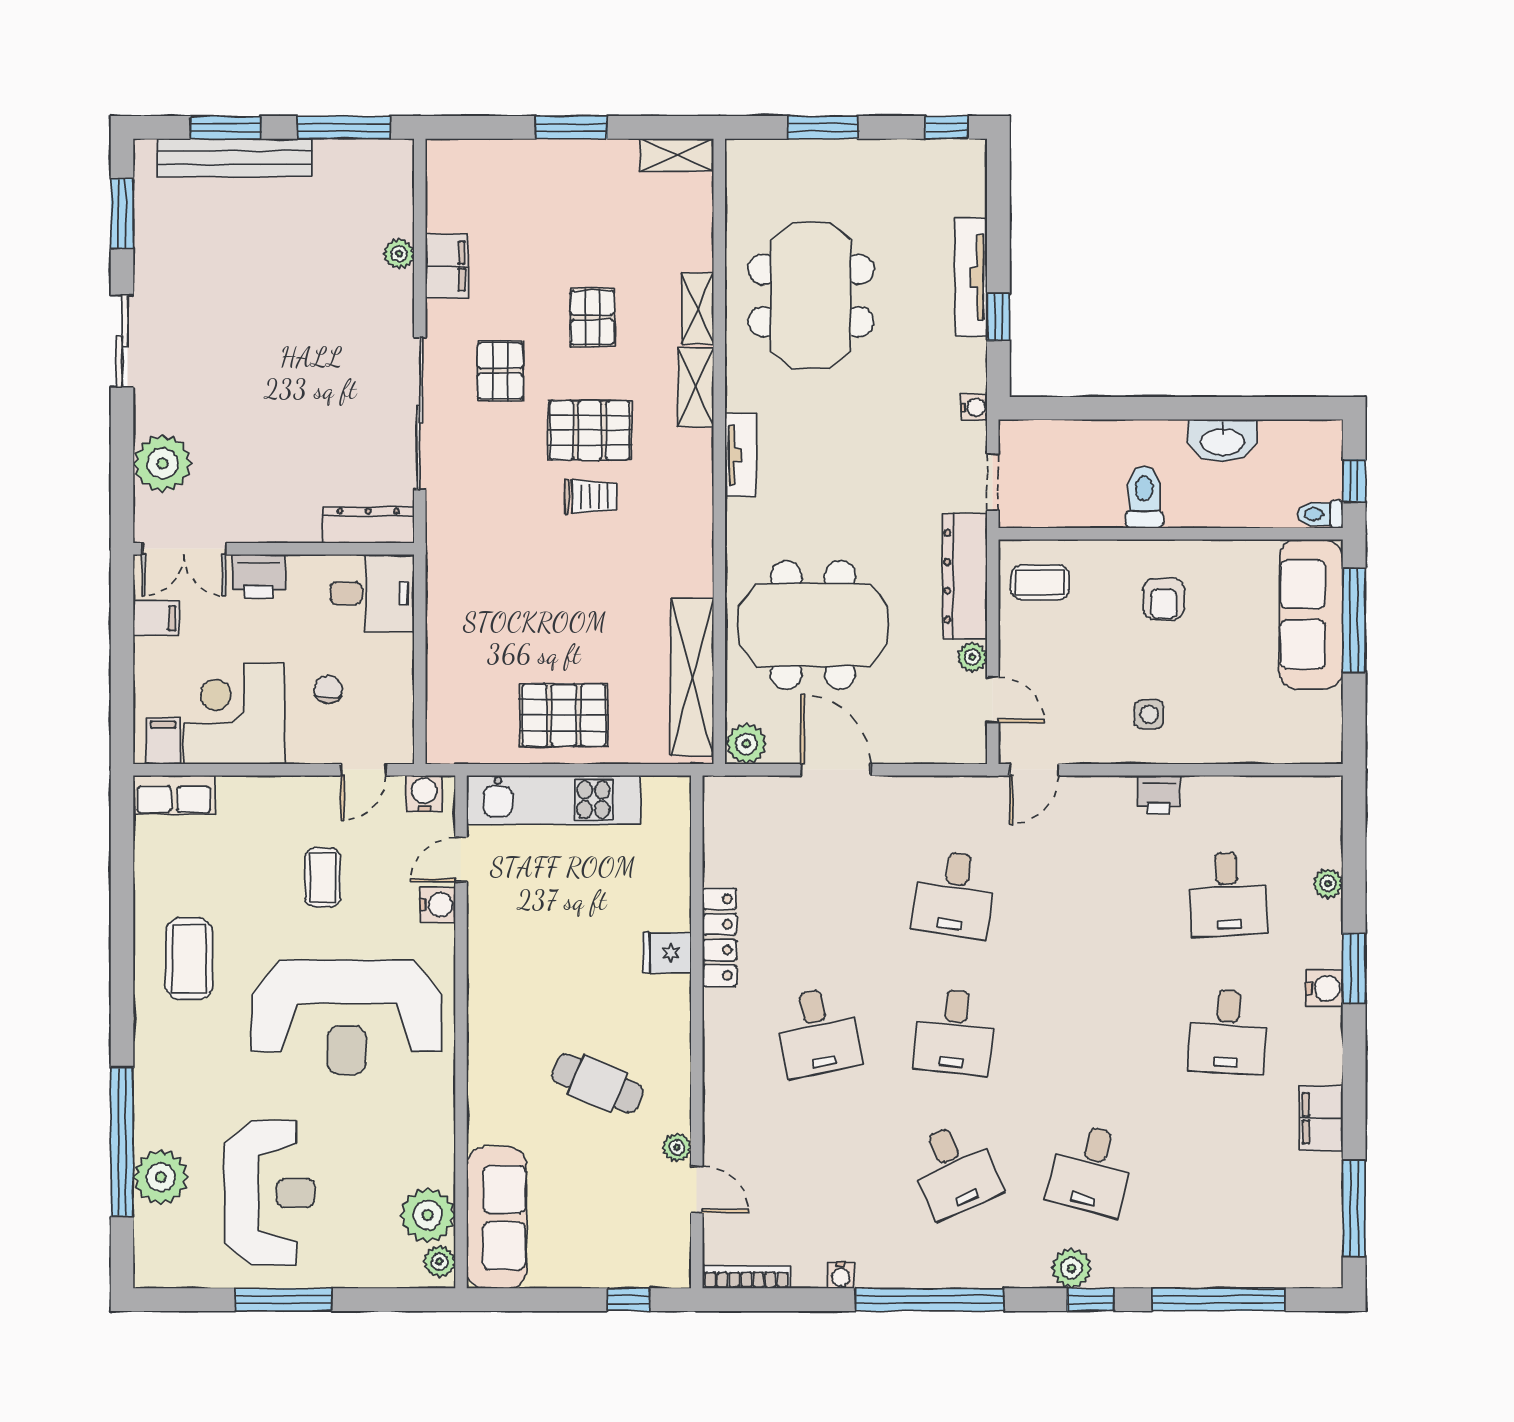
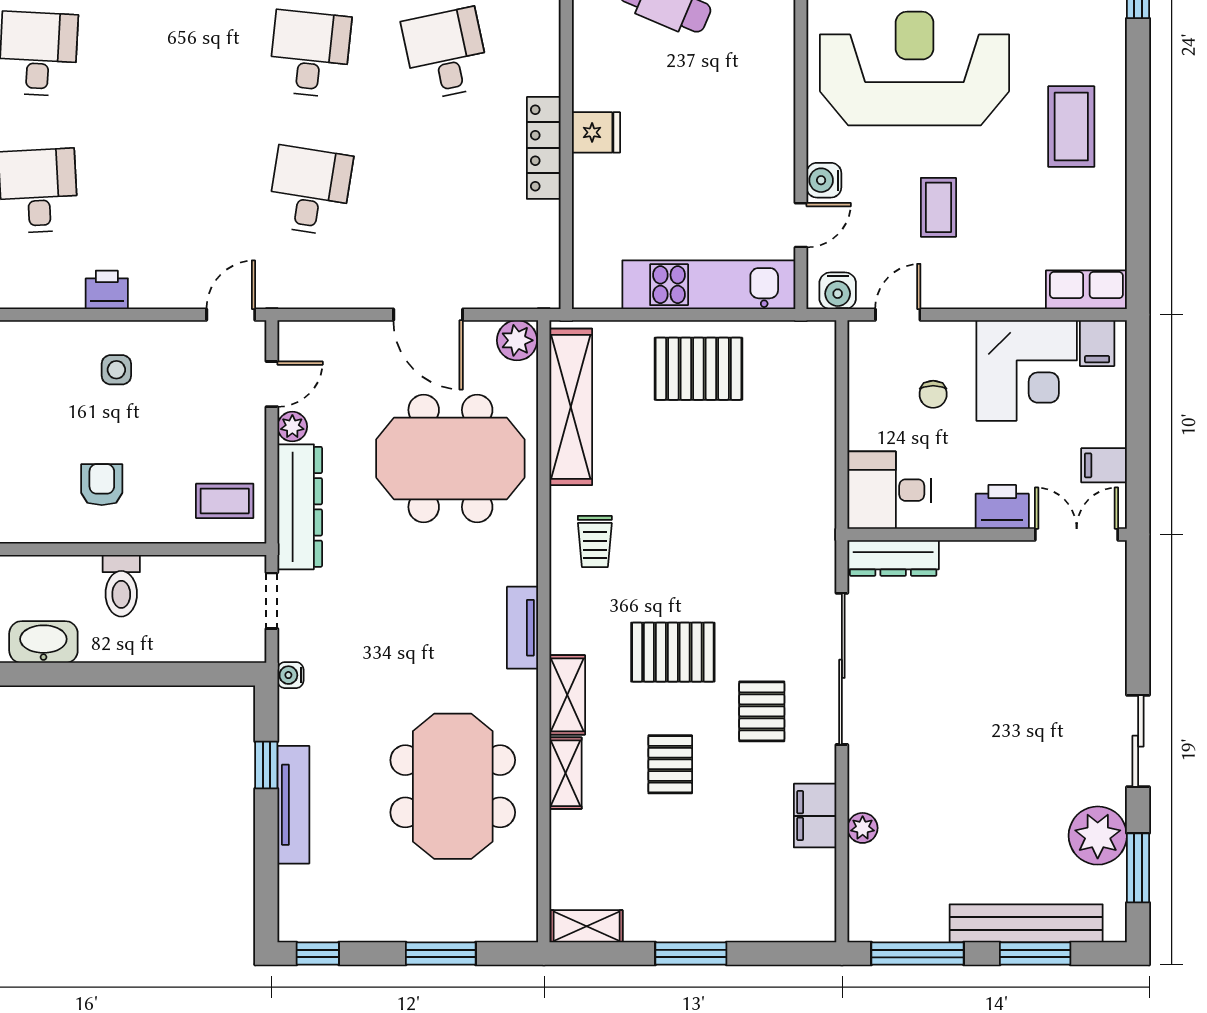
plant: (163, 463) -> (1098, 836), moved
trolley: (591, 497) -> (595, 542), moved, turned -90
door: (993, 700) -> (272, 384), swing flipped

